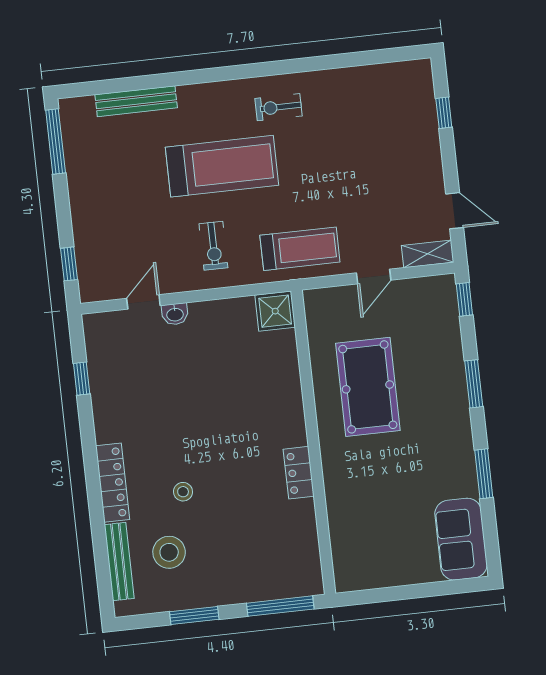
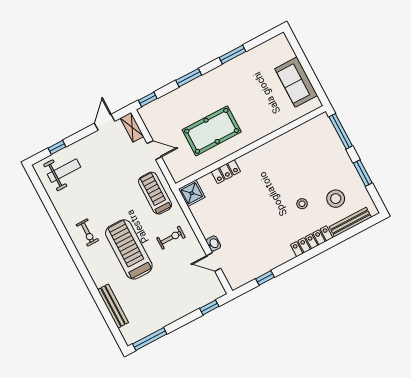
weight bench: (400, 109) -> (64, 171), added
locker: (299, 473) -> (226, 172), moved
sofa: (461, 539) -> (296, 82), moved, turned 90

